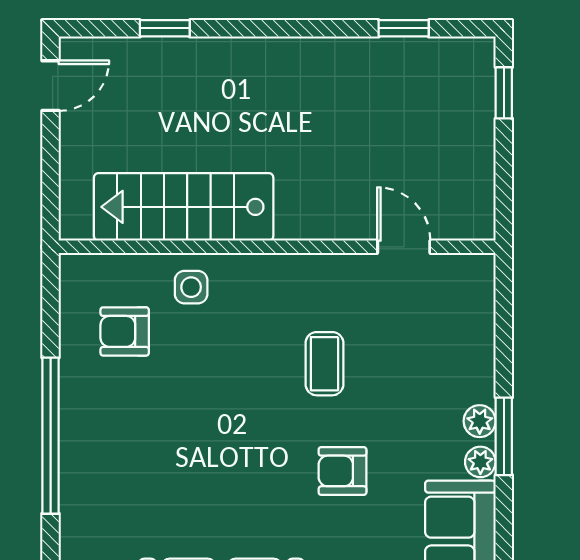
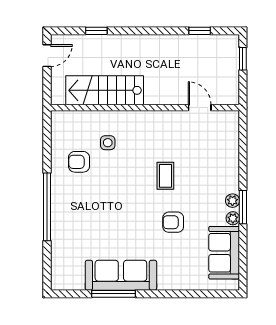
stairs: (184, 207) -> (105, 90), moved
wall: (277, 247) -> (145, 108), moved
door: (404, 247) -> (200, 108), moved

